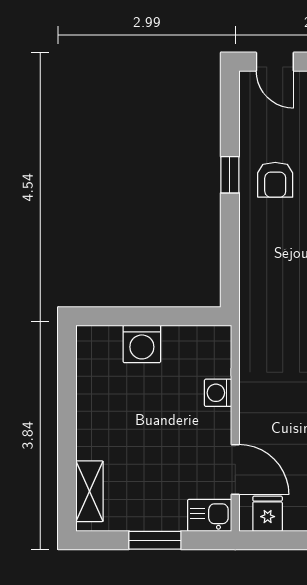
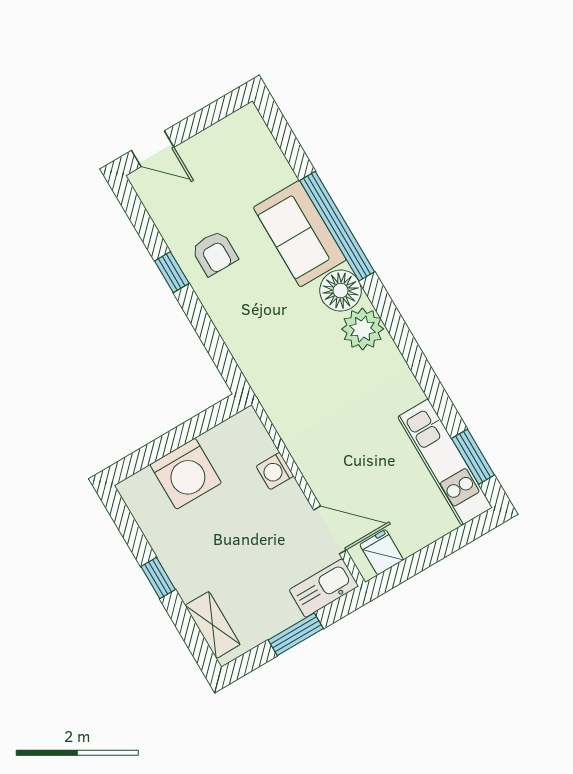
washing machine: (142, 344) -> (186, 474), width x1.37, depth x1.37
window: (67, 425) -> (158, 578), added
kitchen sink: (210, 515) -> (324, 588), width x1.38

